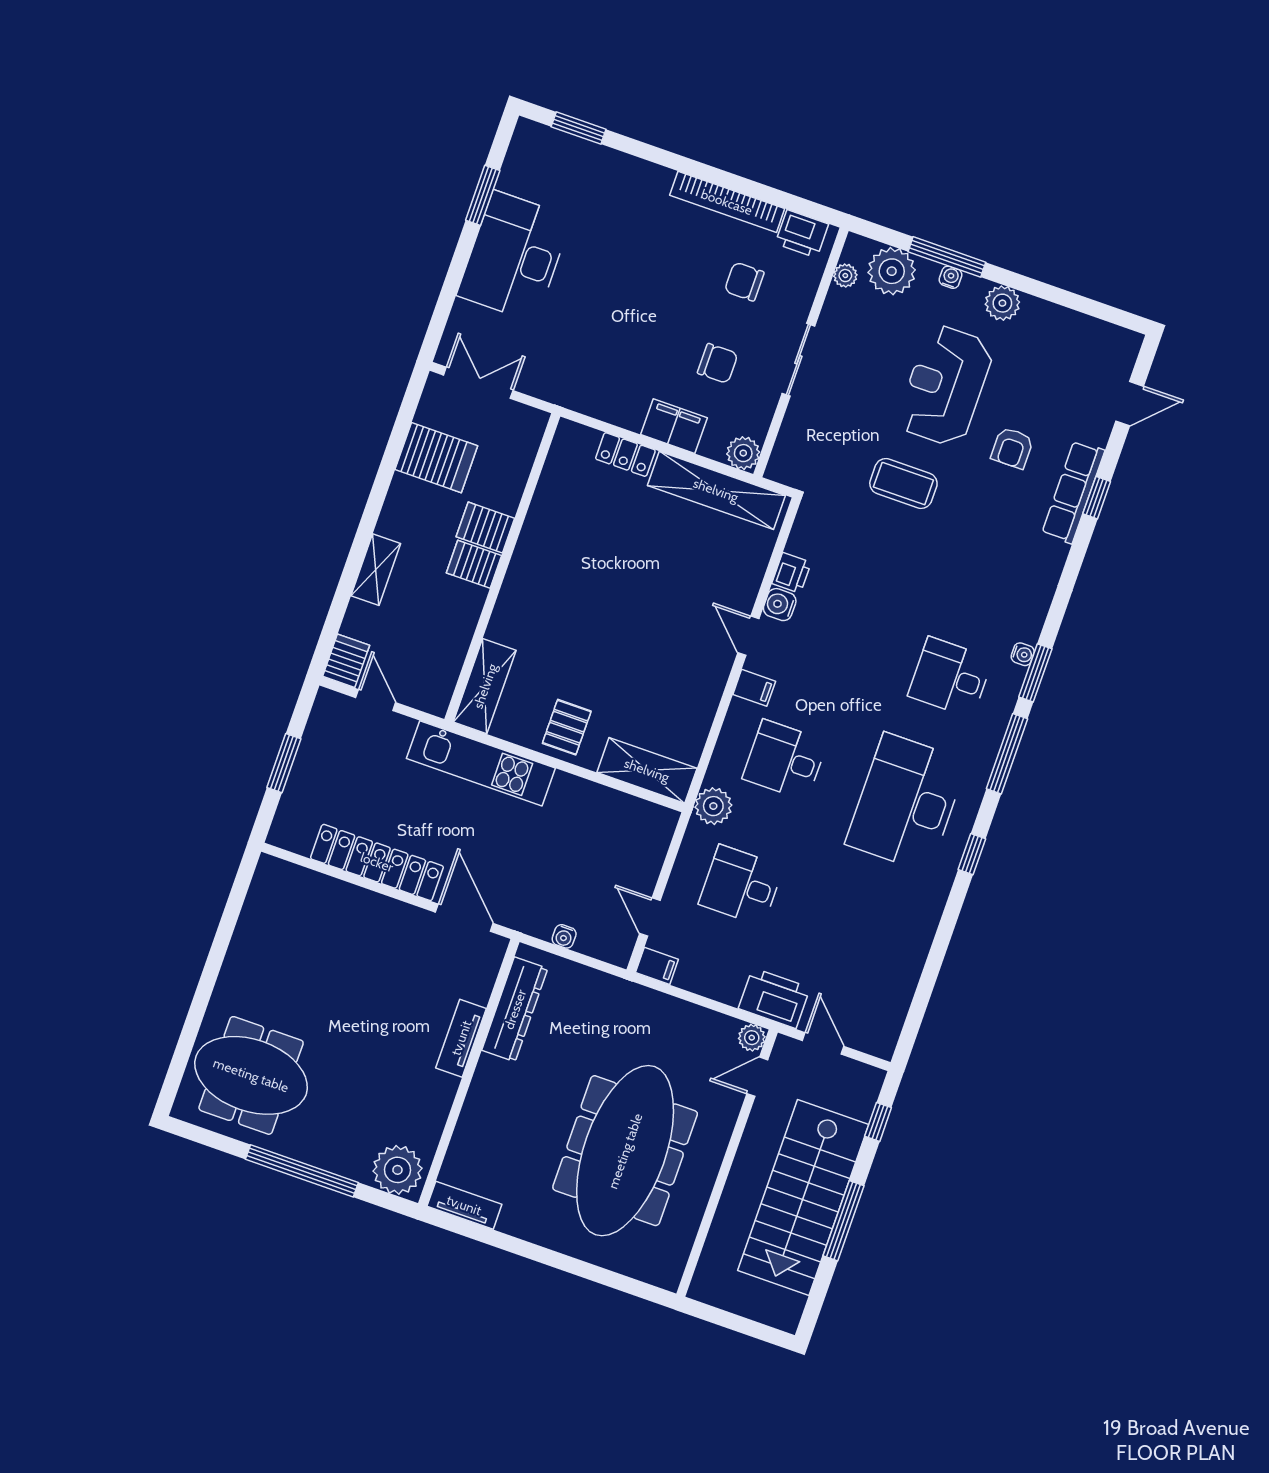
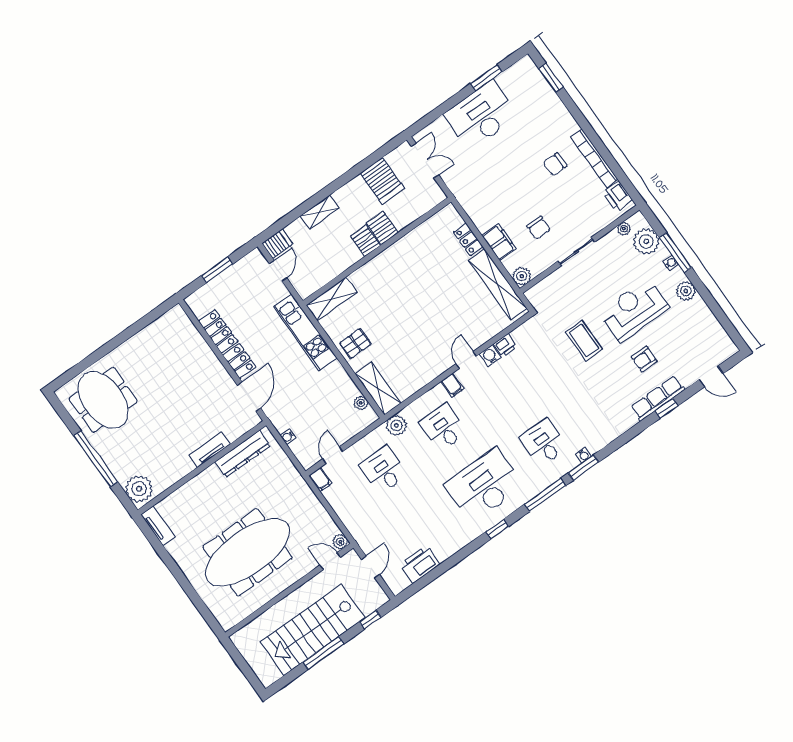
chair: (744, 282) -> (555, 164), moved, turned -90
plant: (637, 810) -> (361, 403), added
printer: (774, 998) -> (420, 564), moved, turned -90

